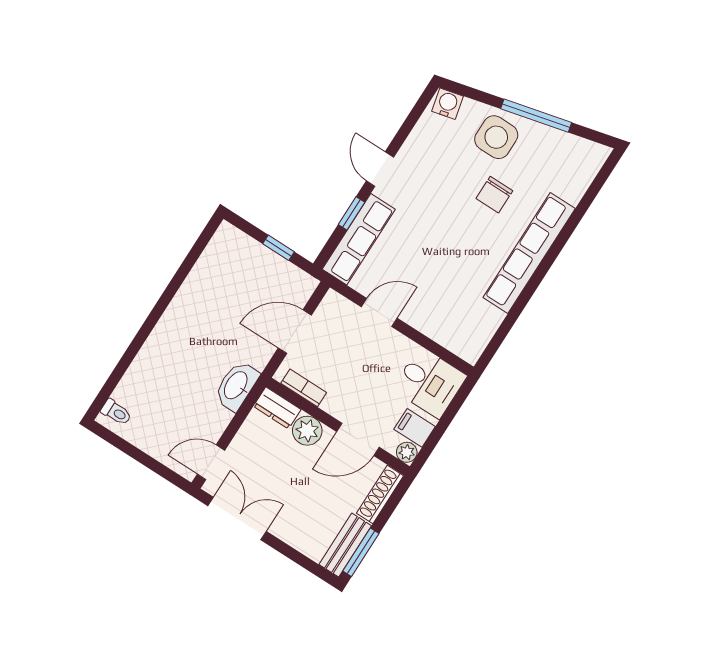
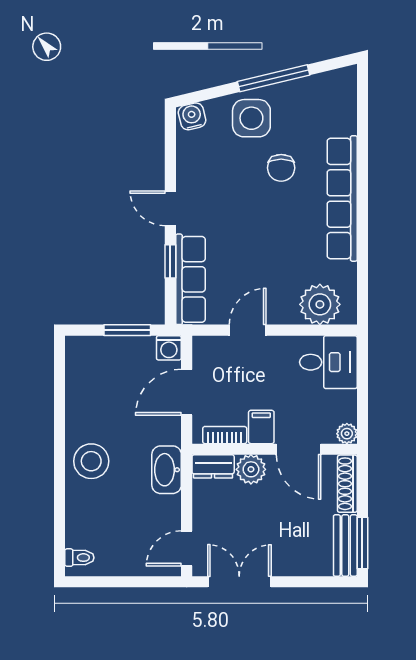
window: (278, 248) -> (127, 330), width x1.50
washing machine: (304, 285) -> (169, 348), added
plant: (453, 330) -> (320, 304), added
stool: (178, 338) -> (91, 461), added
filing cabinet: (415, 428) -> (261, 427), moved, turned 90
door: (358, 439) -> (299, 449), hinge flipped

